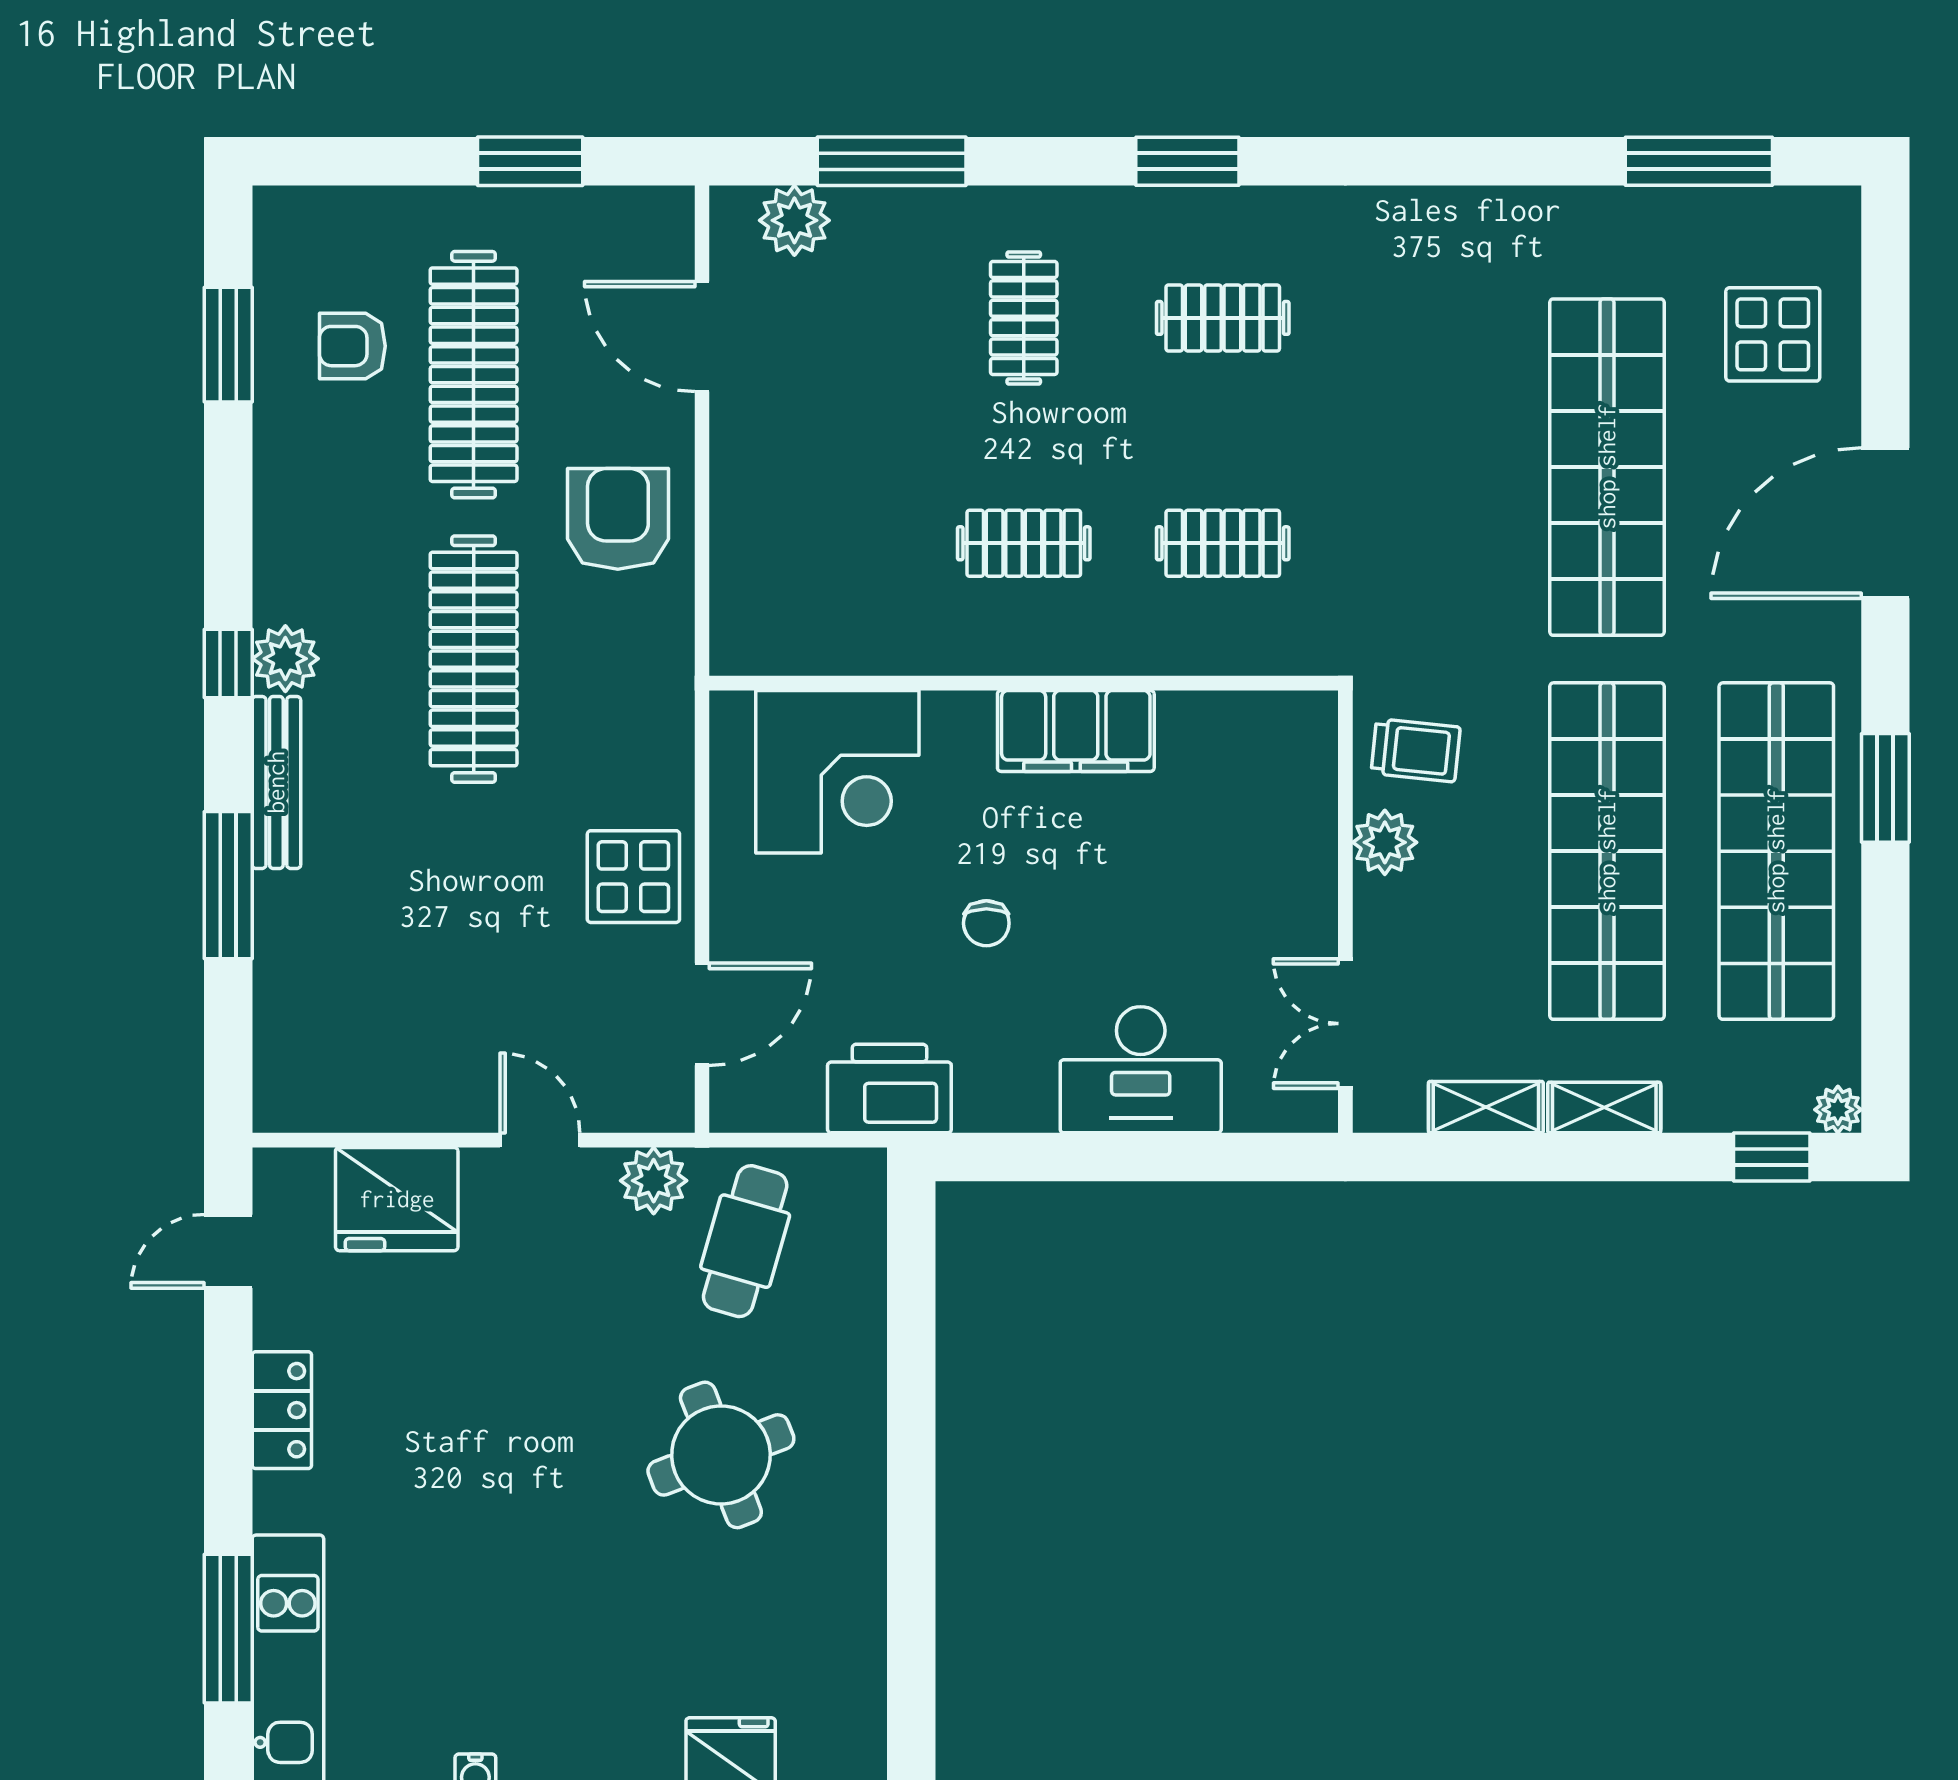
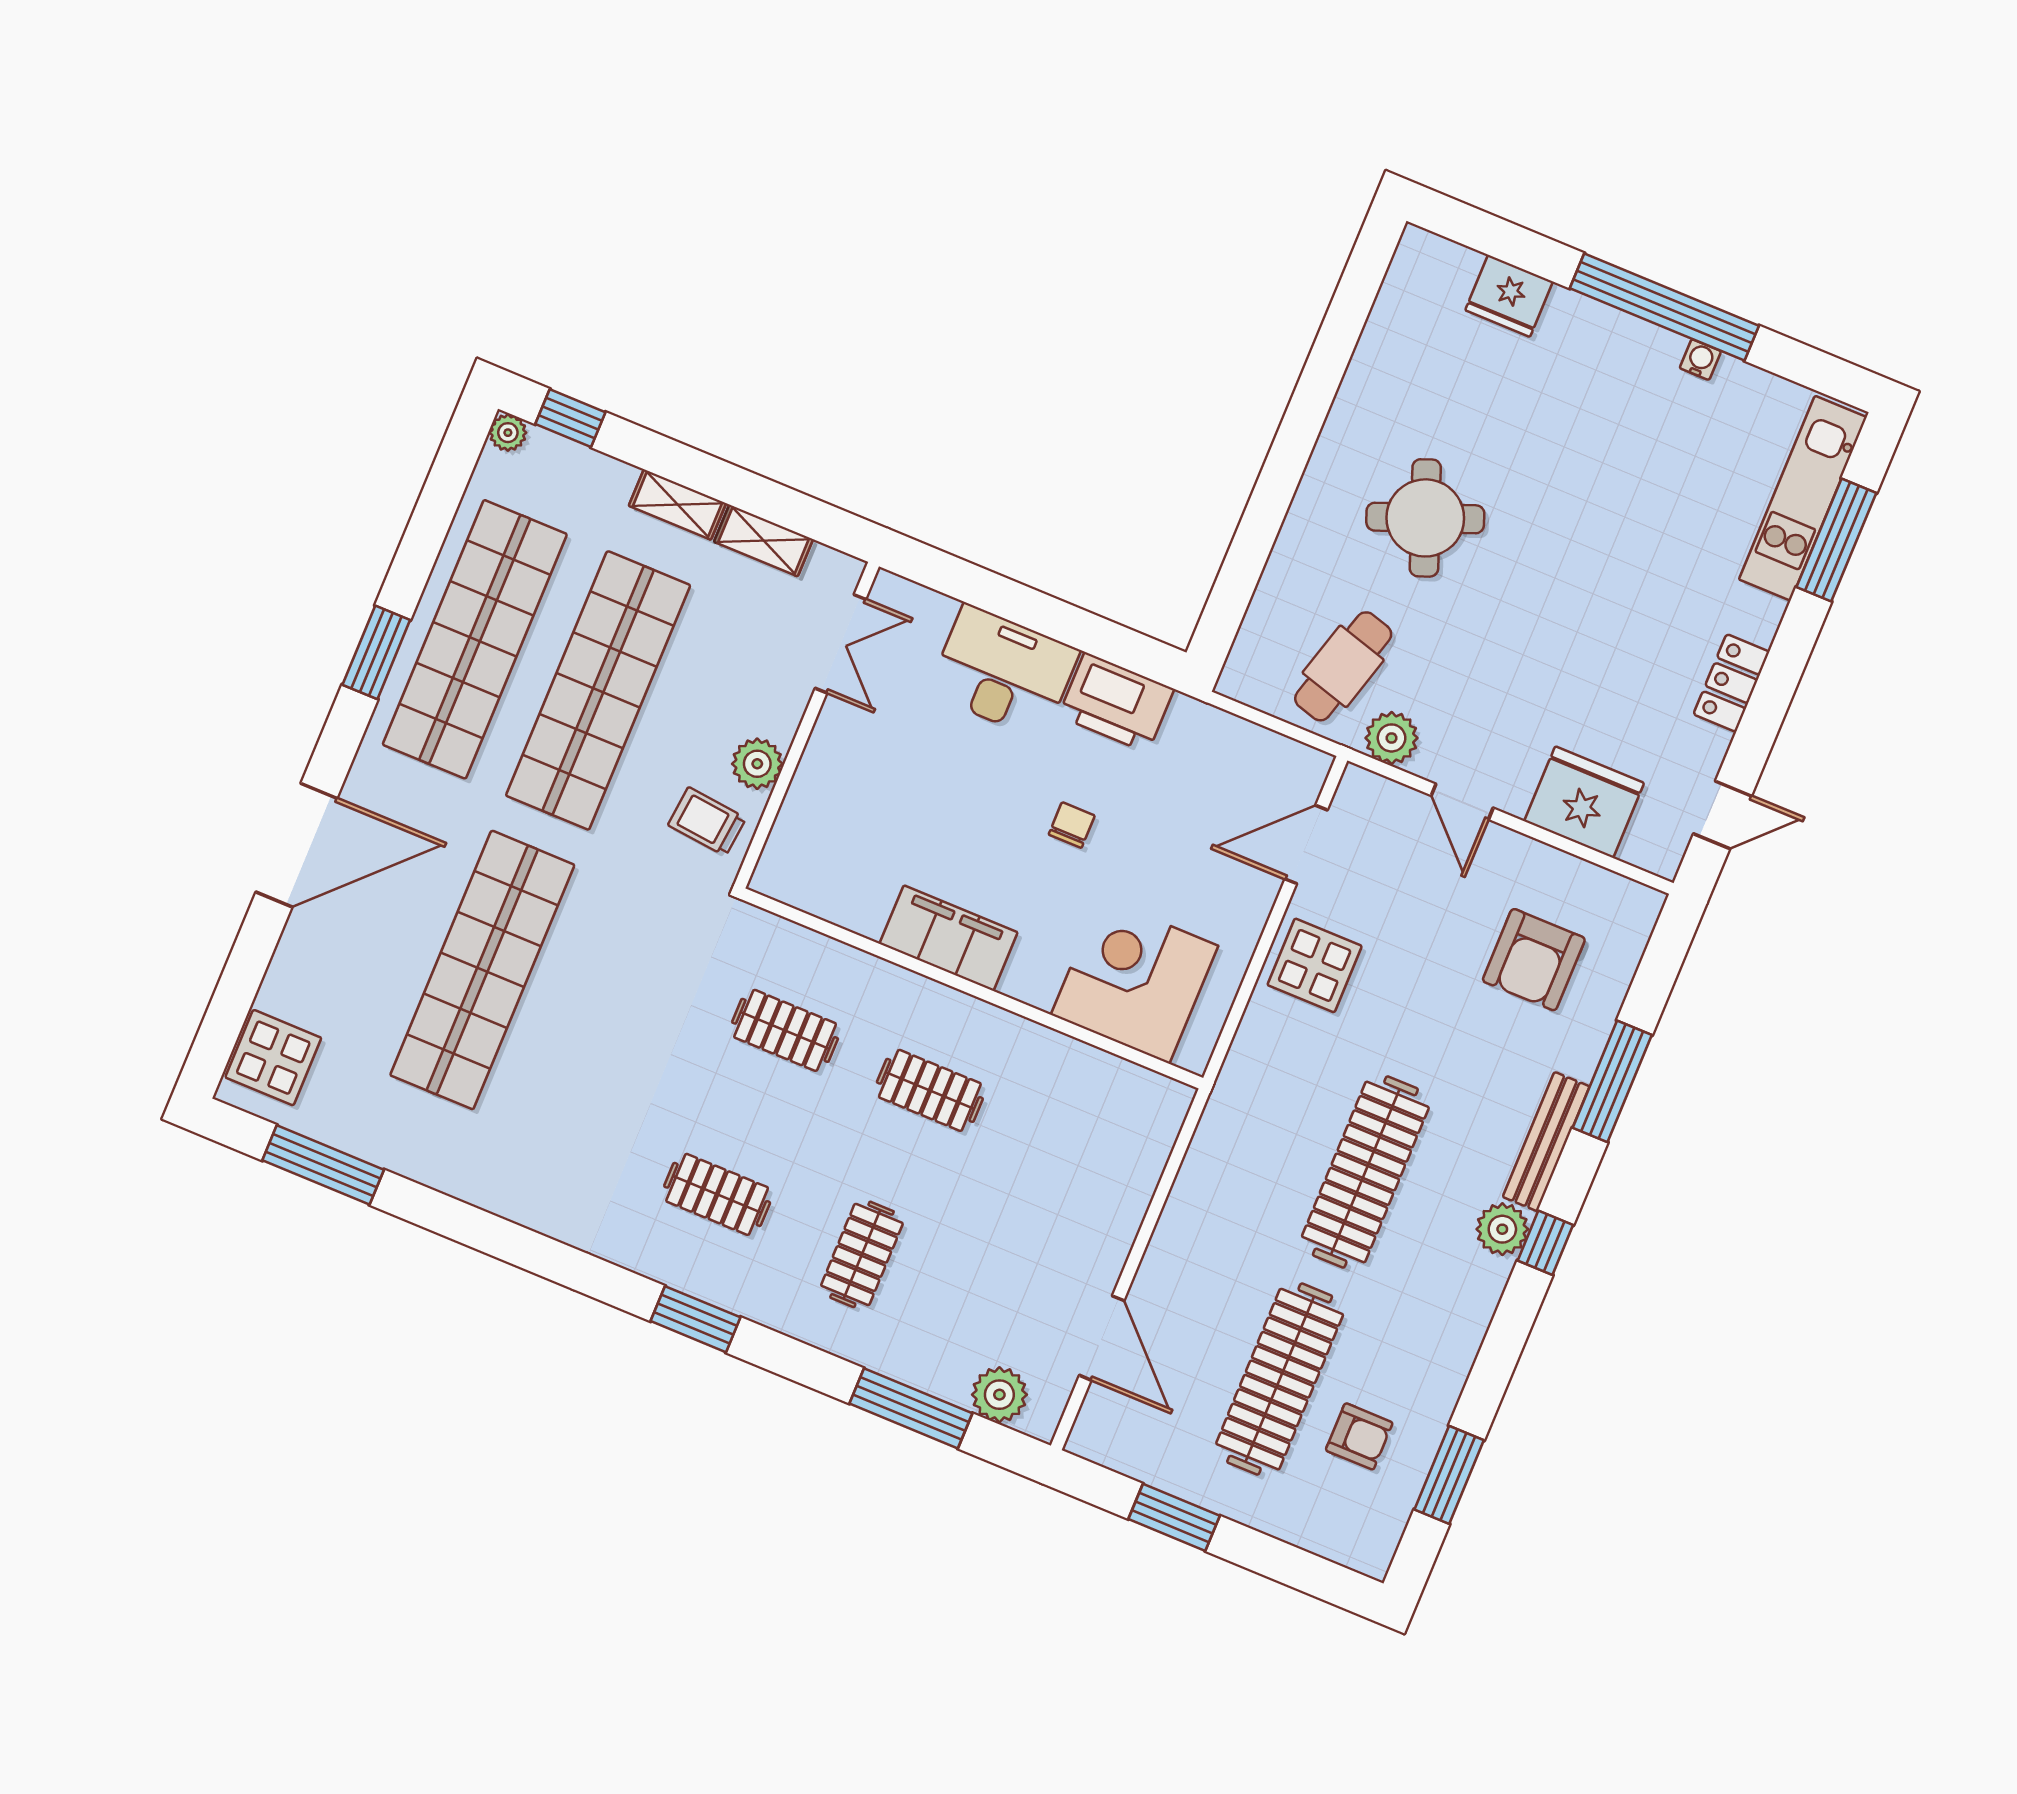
display table: (1773, 334) -> (273, 1058), moved
armchair: (618, 519) -> (1534, 960), moved
printer: (889, 1089) -> (1116, 702), moved

